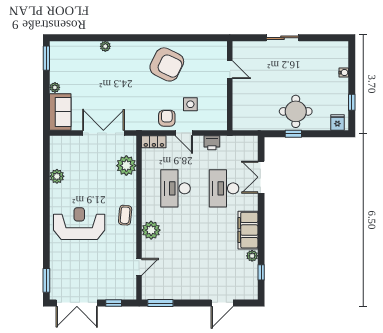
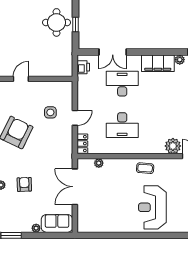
armchair: (167, 118) -> (24, 184), moved, turned 88
printer: (212, 143) -> (83, 67), moved
plant: (126, 166) -> (99, 163), width x0.53, depth x0.53
plant: (57, 176) -> (112, 226), removed
desk: (224, 188) -> (122, 84), turned 180
plant: (151, 230) -> (173, 146), moved

